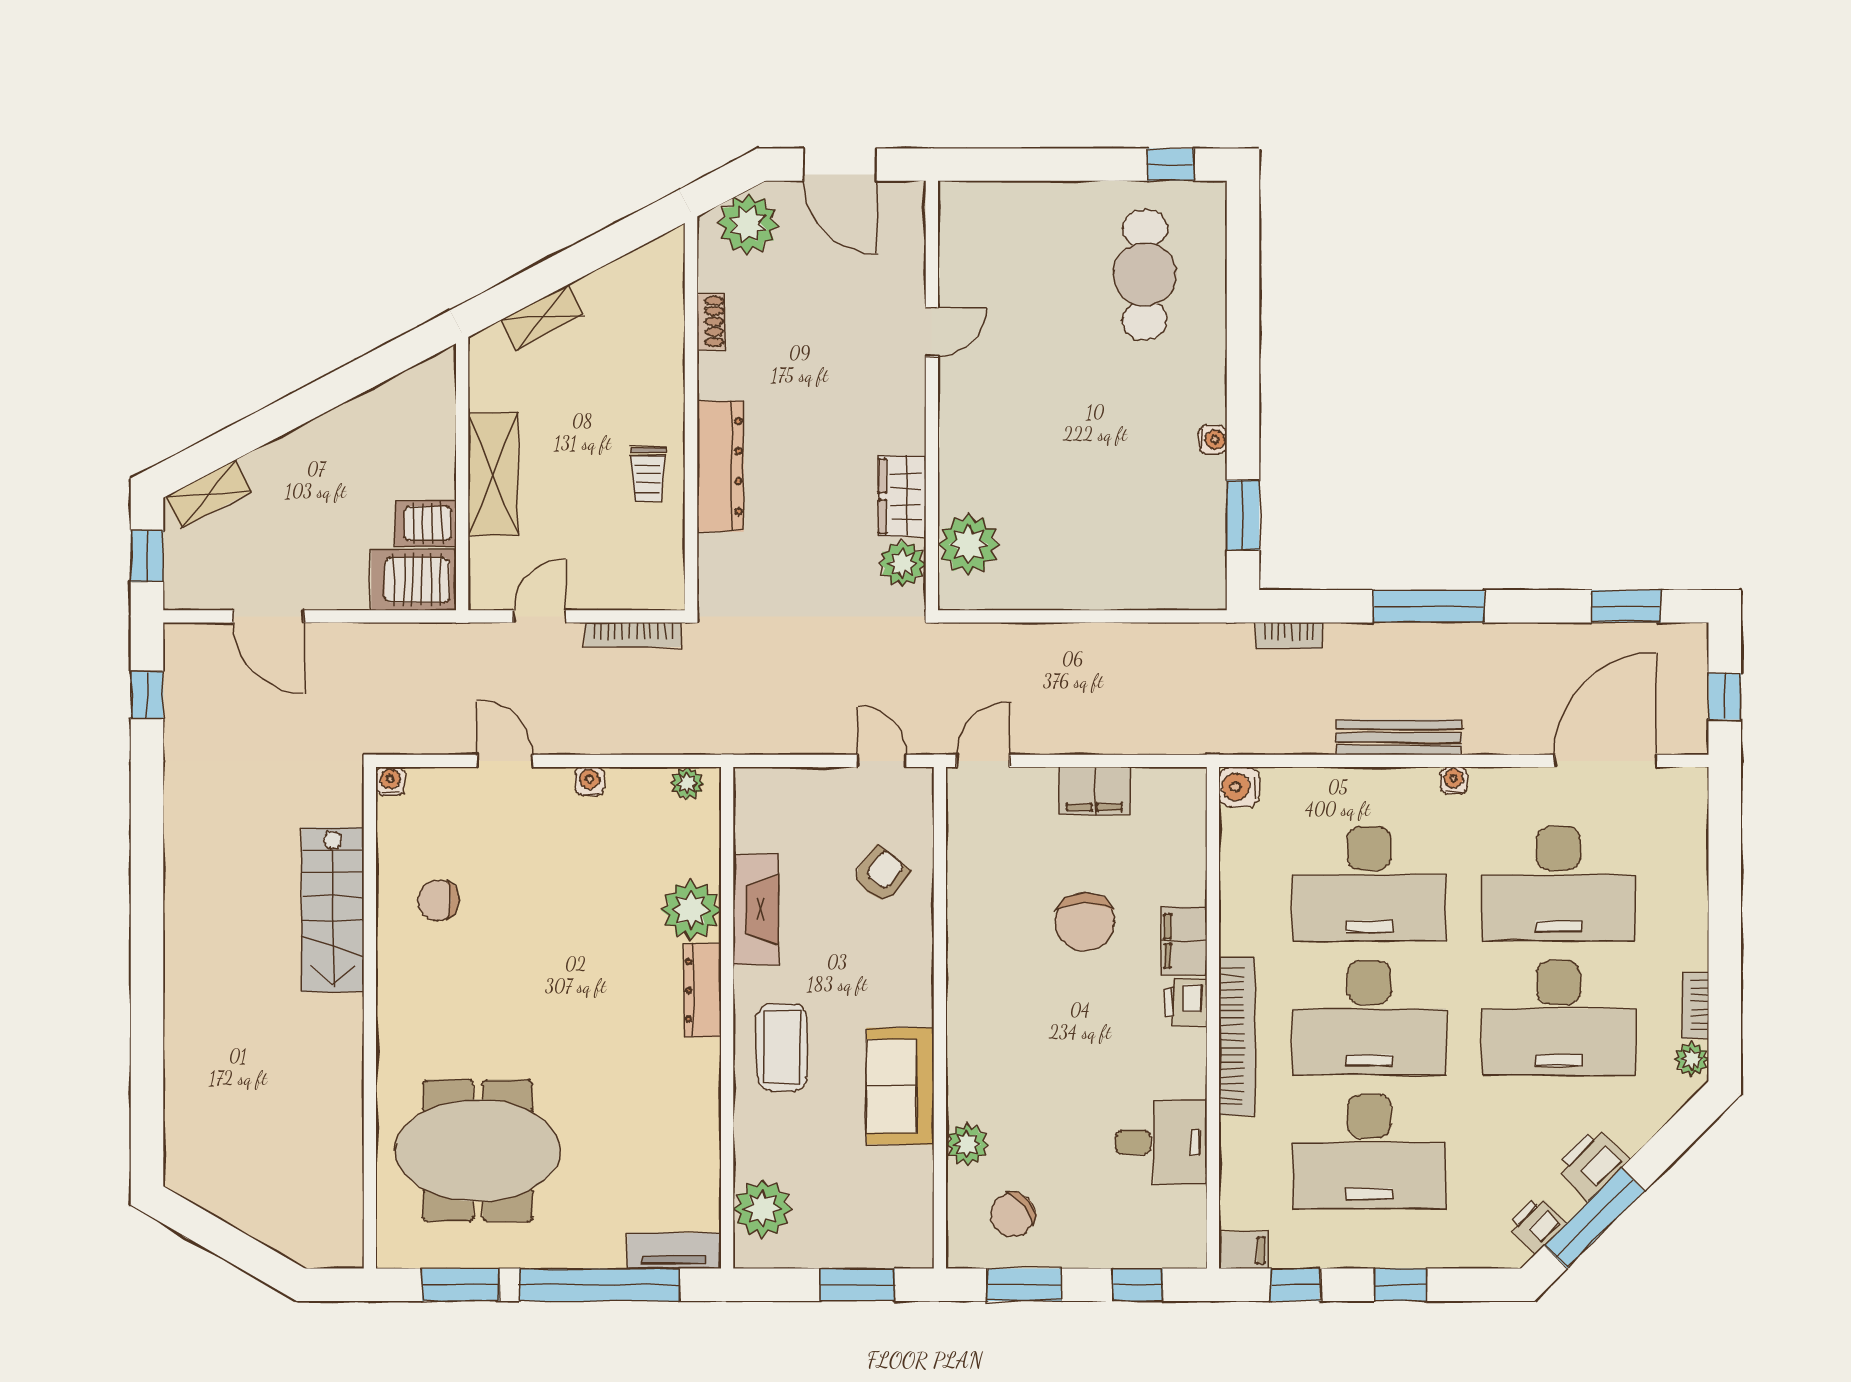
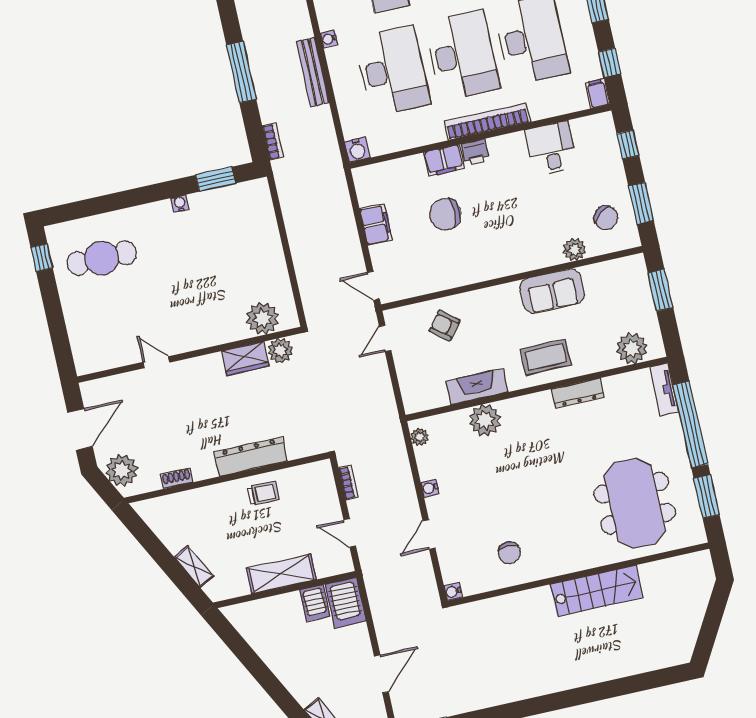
bookcase: (633, 635) -> (349, 483), width x0.64
stairs: (333, 910) -> (597, 591), moved
chair: (1085, 922) -> (445, 214), turned 180
dresser: (703, 990) -> (578, 393), moved

